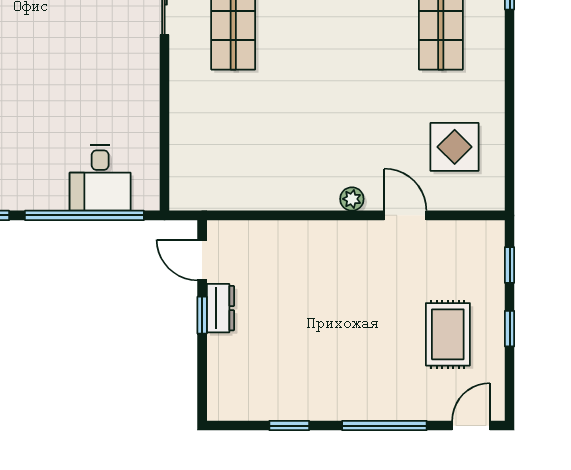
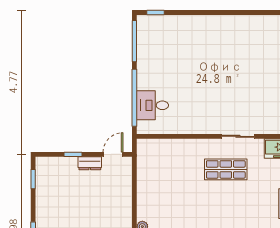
window: (202, 315) -> (73, 154), moved
window: (289, 426) -> (33, 179), moved

